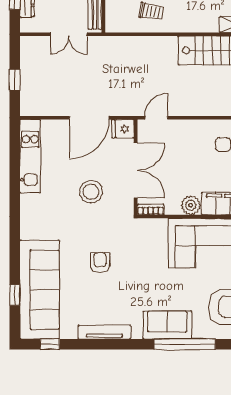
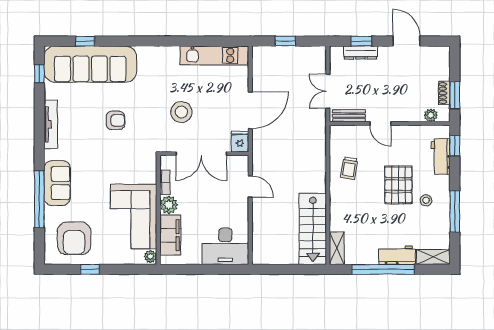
door: (89, 118) -> (250, 110), swing flipped
door: (156, 118) -> (250, 187), moved
bookcase: (151, 210) -> (165, 182), moved

